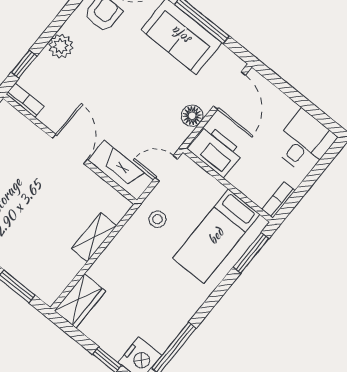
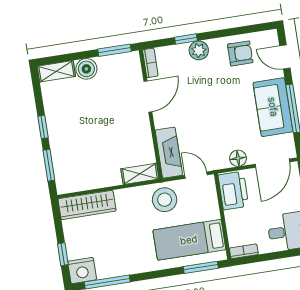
window: (24, 64) -> (186, 39), moved
door: (70, 149) -> (148, 96), moved
stool: (157, 219) -> (165, 200), width x1.89, depth x1.89
shelving: (94, 237) -> (140, 174), moved
wardrobe: (80, 301) -> (87, 205), width x1.50

